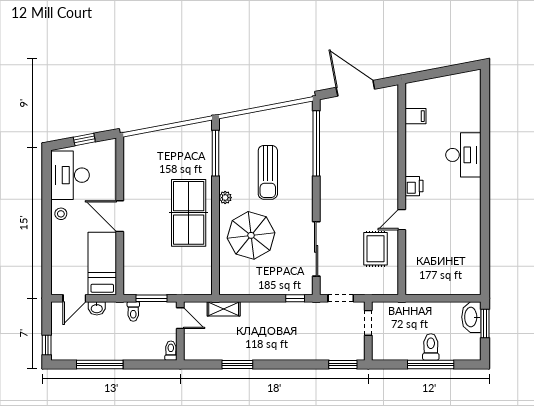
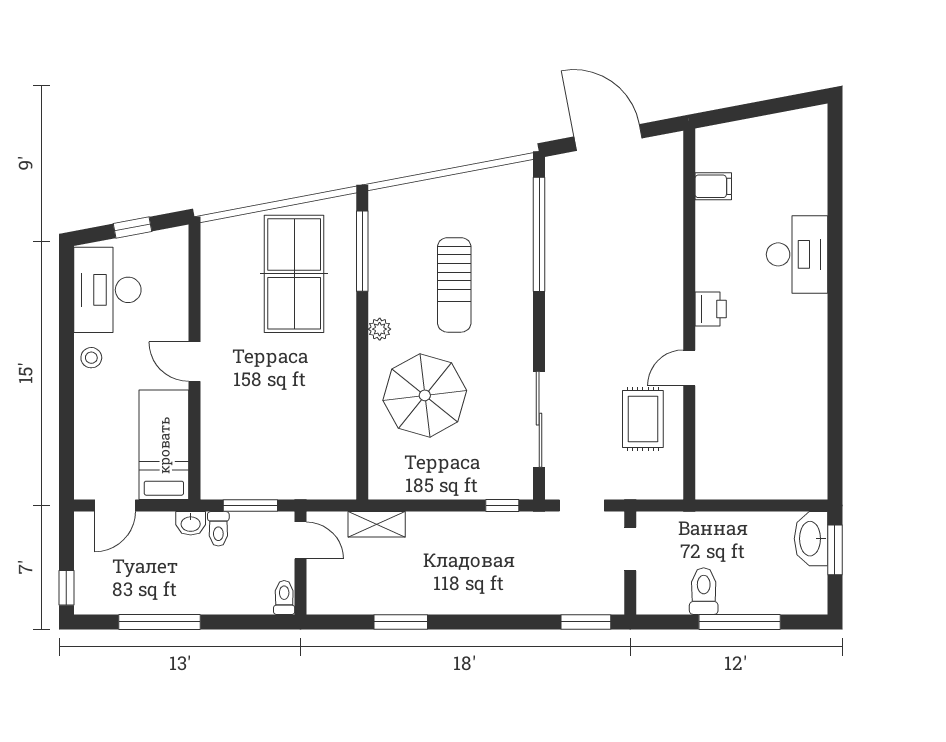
table tennis table: (189, 213) -> (294, 274), moved
door: (120, 216) -> (195, 362), width x0.73
washbasin: (97, 308) -> (191, 523), moved
toilet: (431, 347) -> (704, 591), moved

